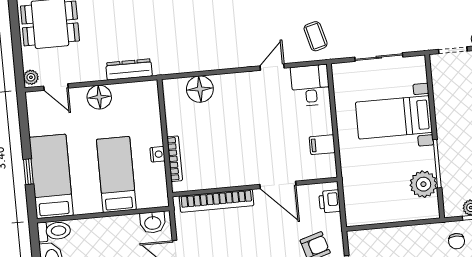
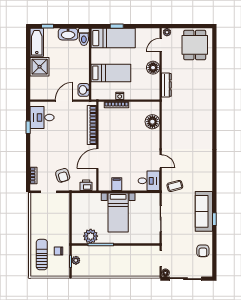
bed with nightstands: (394, 117) -> (118, 213), moved, turned 180

